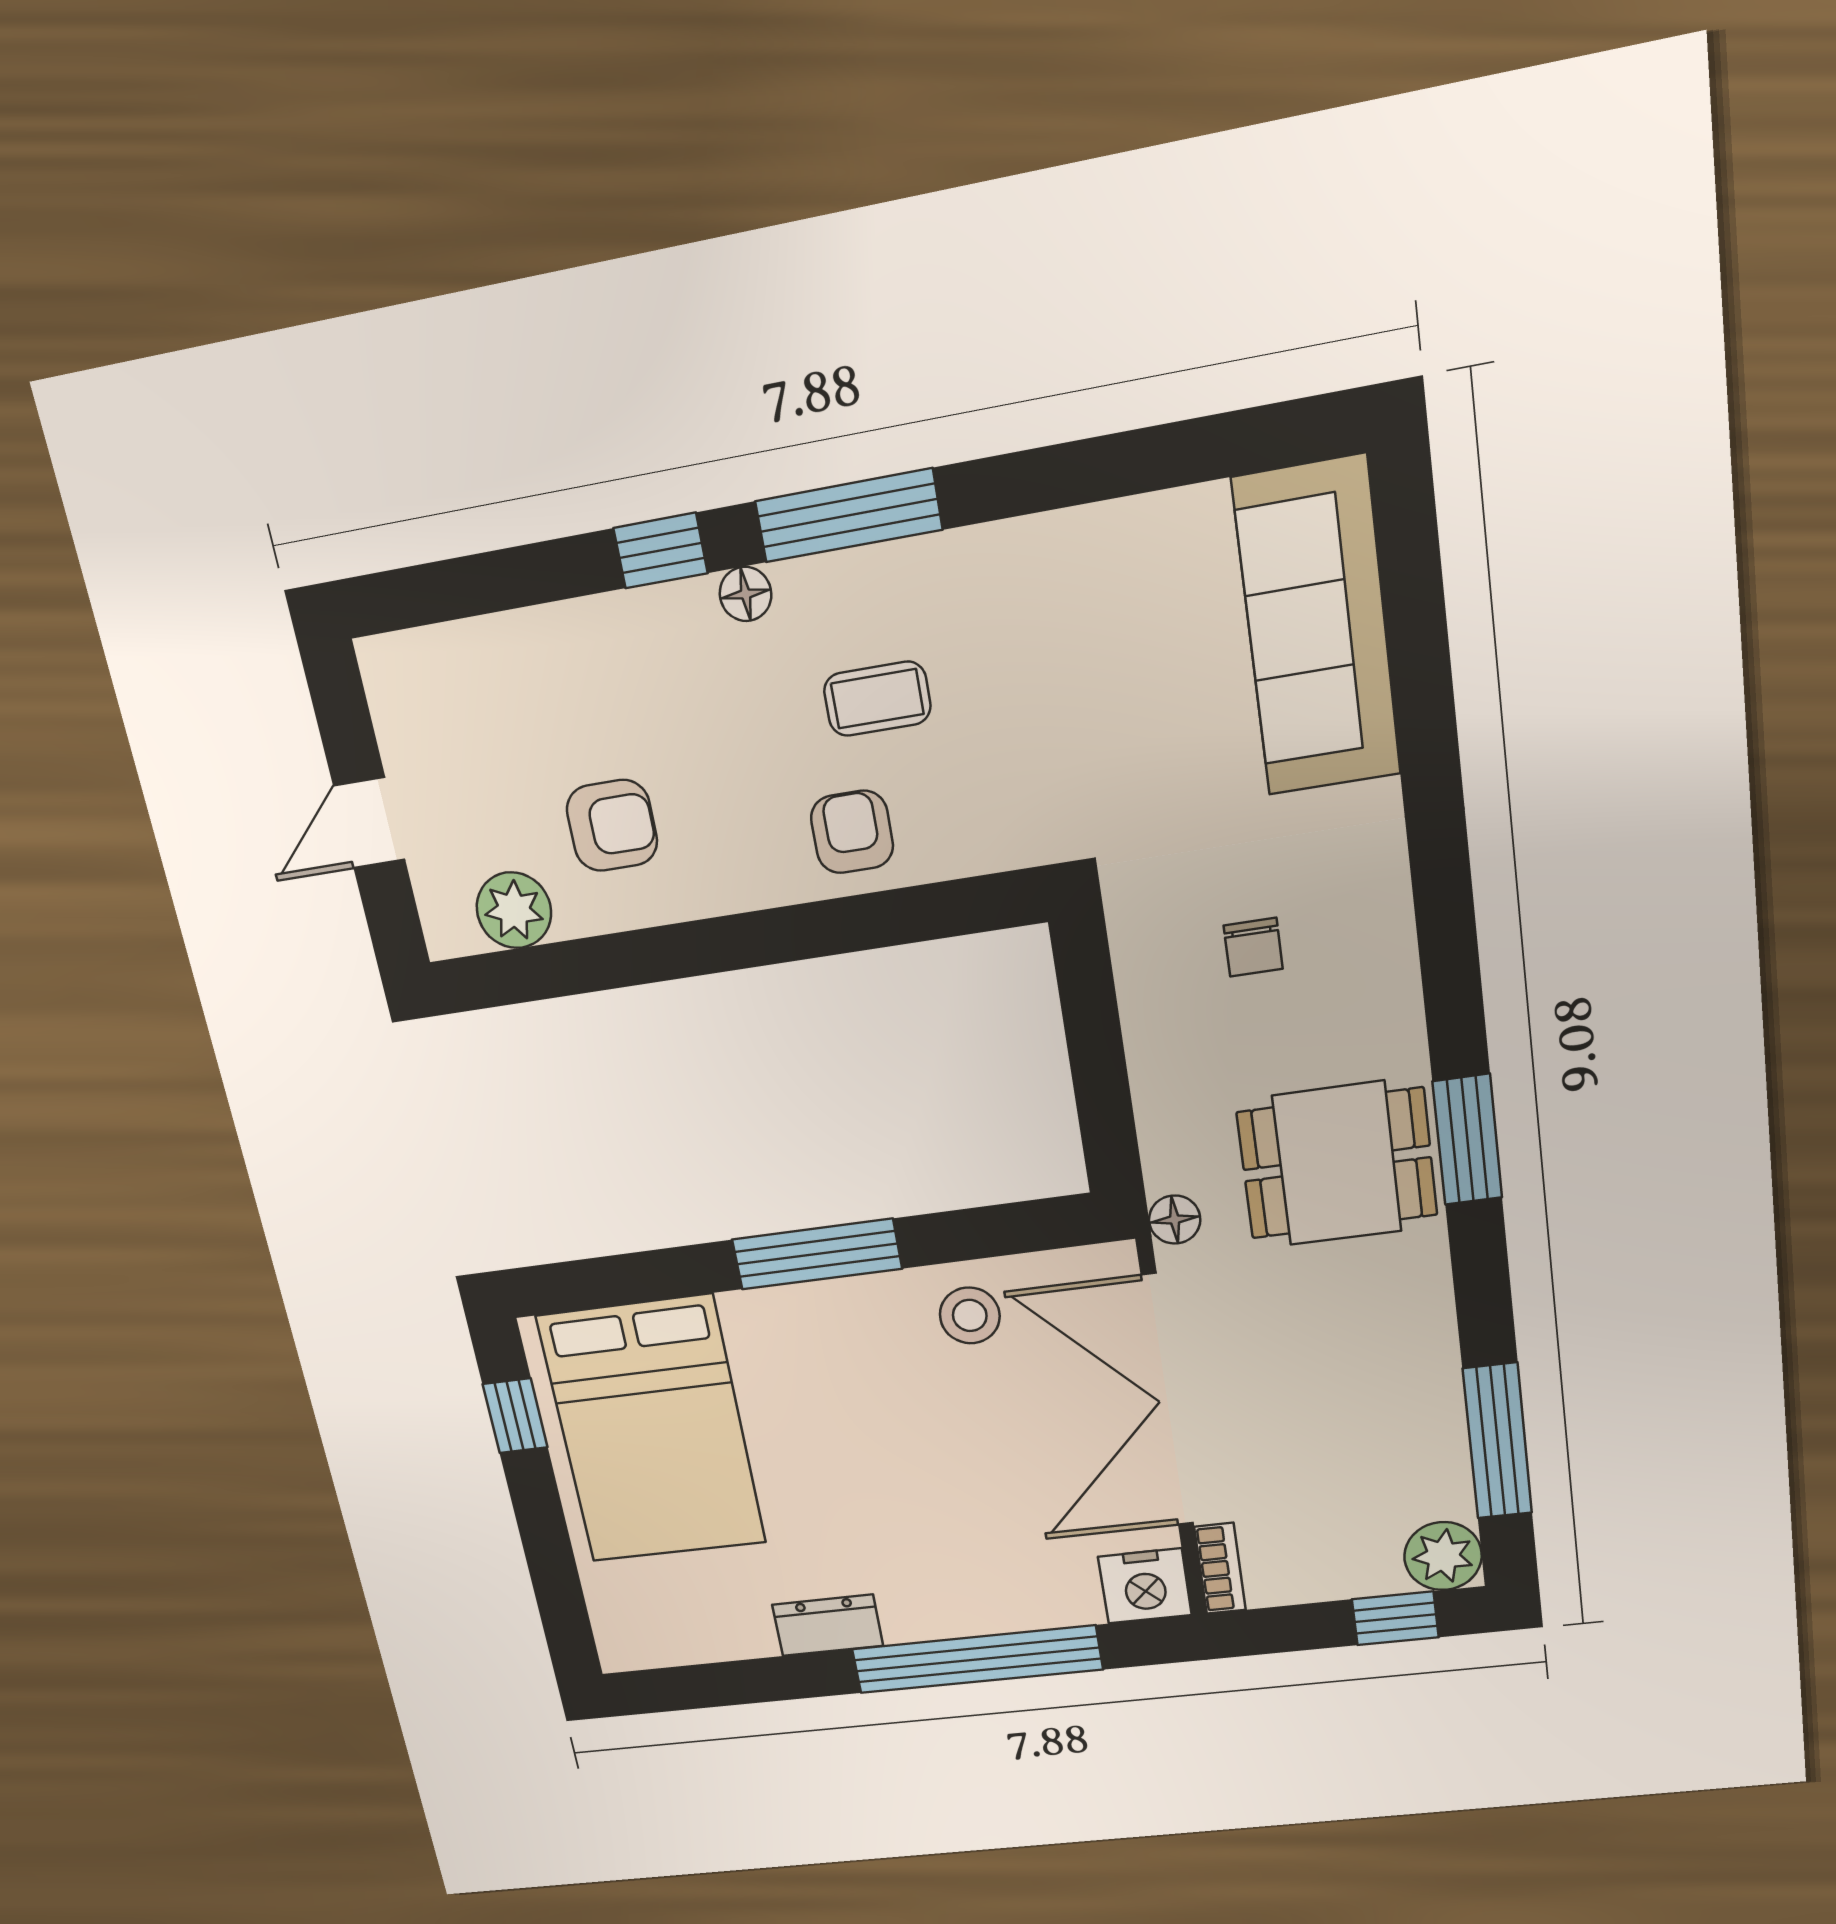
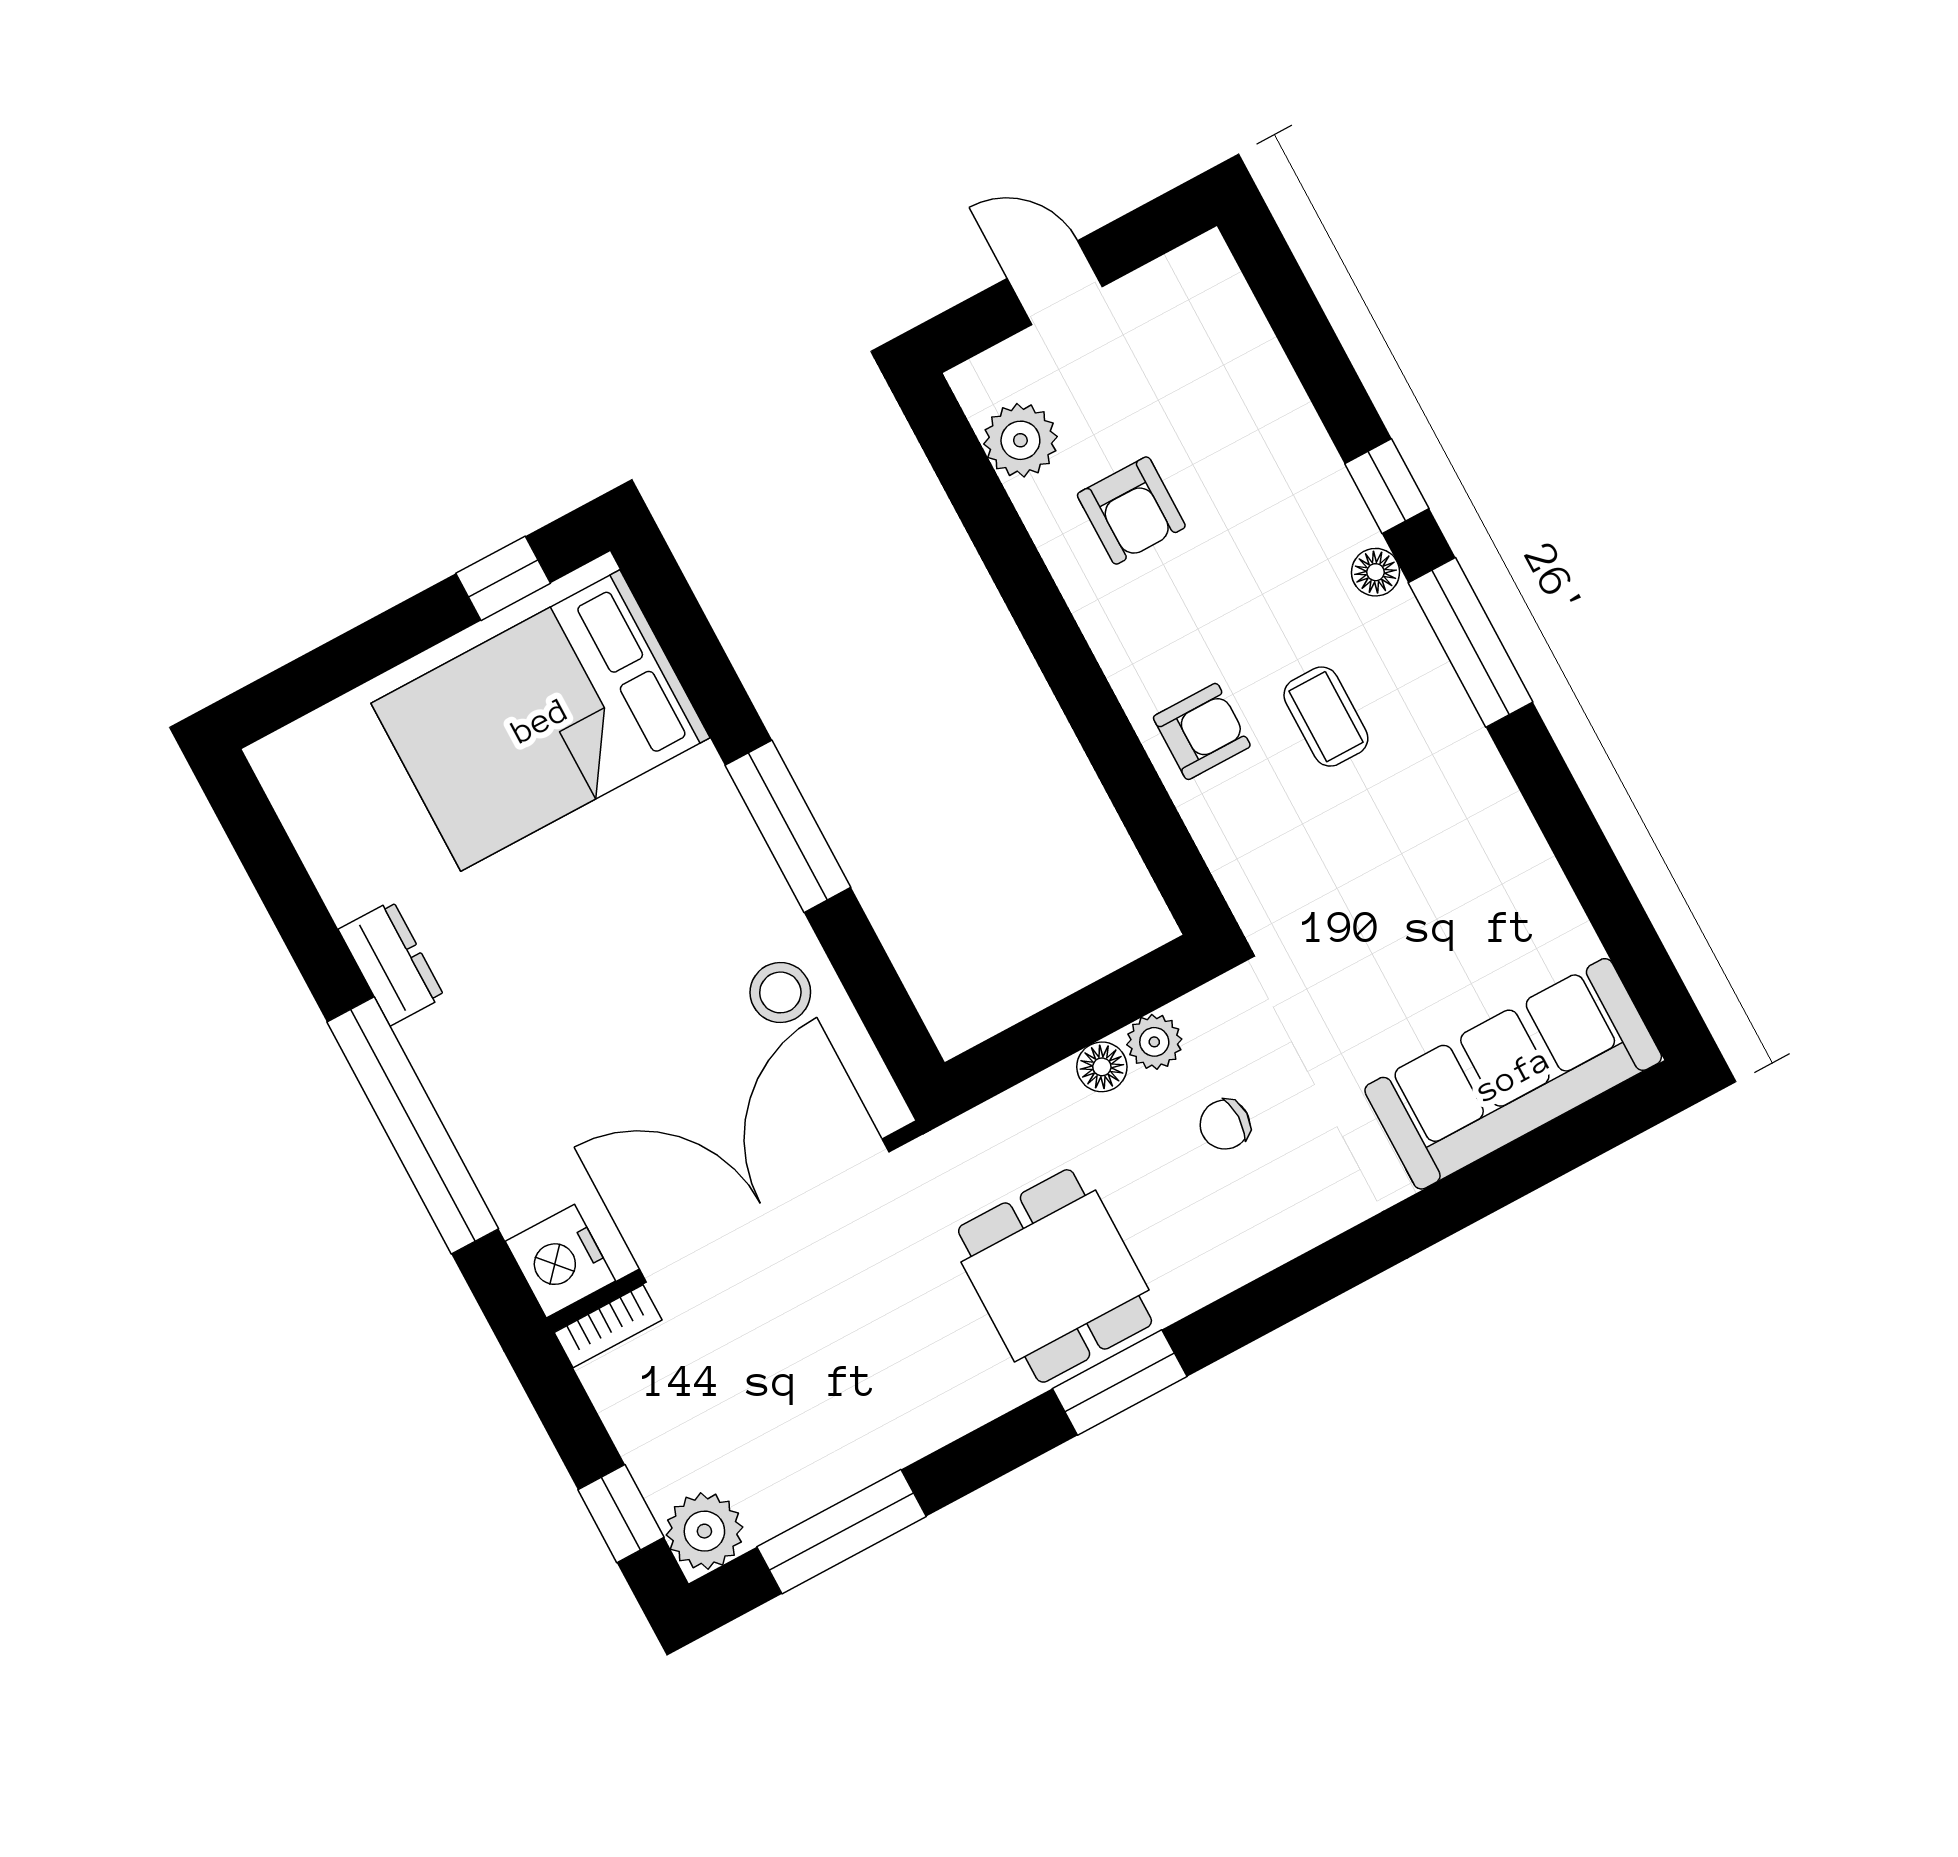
plant: (1144, 988) -> (1154, 1042), added
floor lamp: (1175, 1220) -> (1102, 1067), moved

